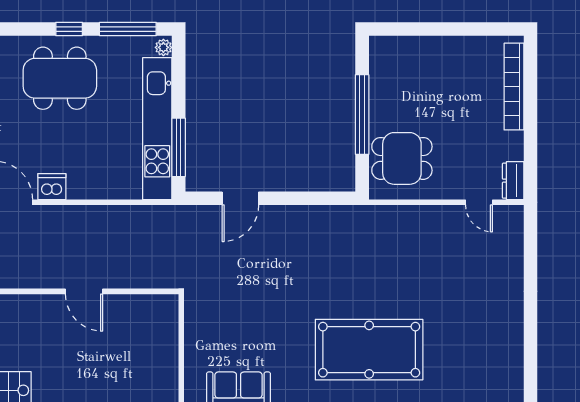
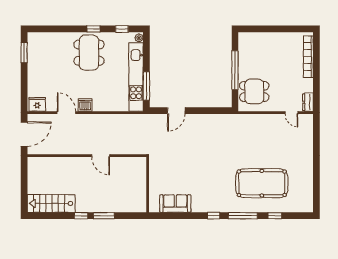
window: (128, 29) -> (122, 29), width x0.46
dining table: (60, 78) -> (89, 53), turned 90
pool table: (369, 350) -> (262, 183), moved

